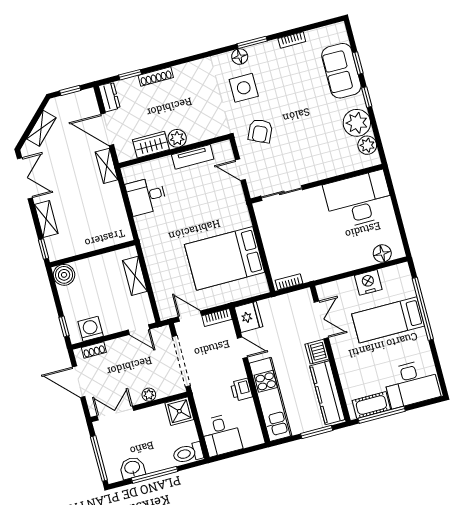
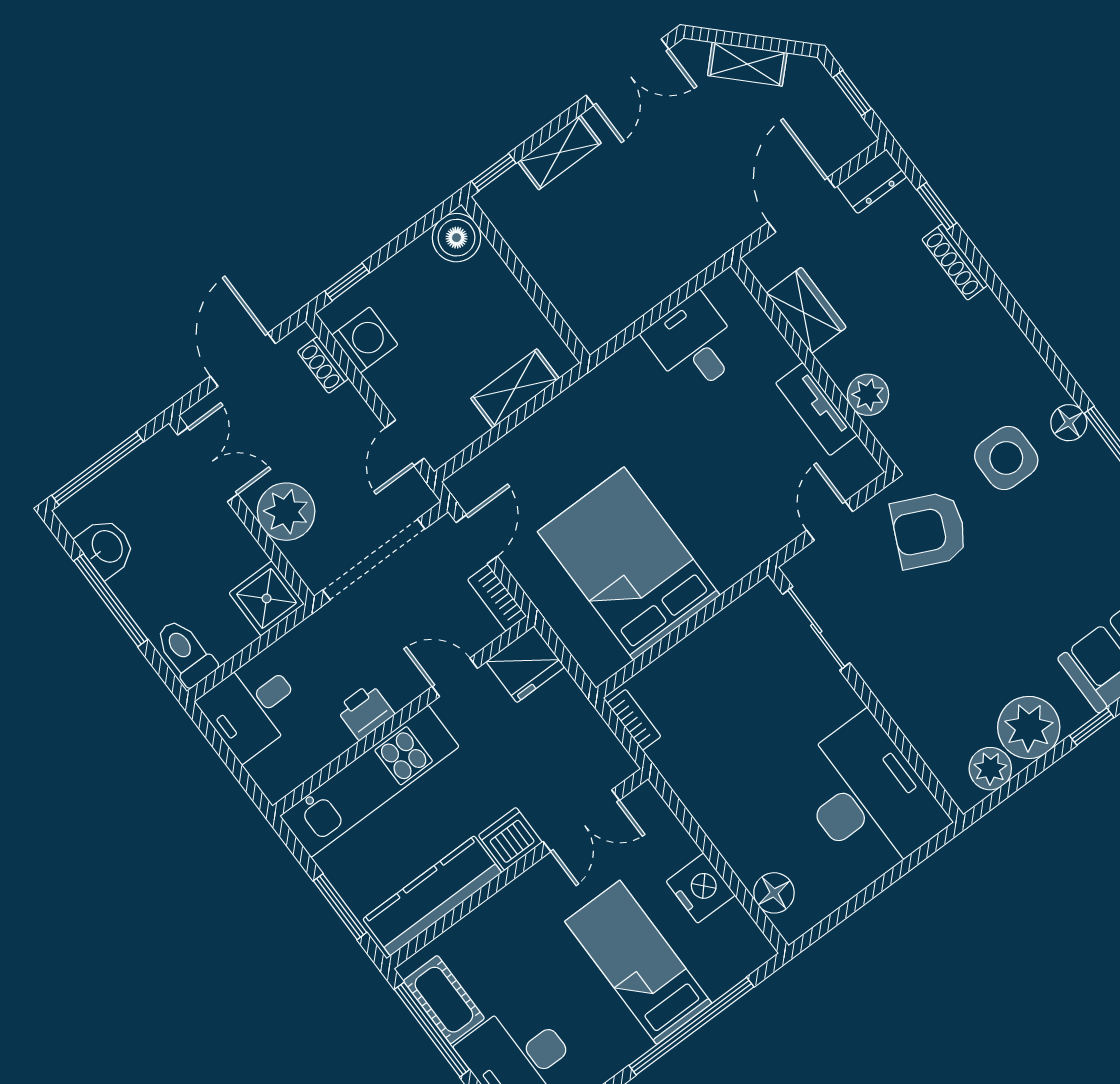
armchair: (260, 131) -> (929, 530), width x1.38, depth x1.38
plant: (177, 138) -> (868, 395), moved
shelving: (107, 166) -> (724, 234), removed
door: (242, 348) -> (455, 677), swing flipped
plant: (149, 395) -> (286, 512), width x1.88, depth x1.88

